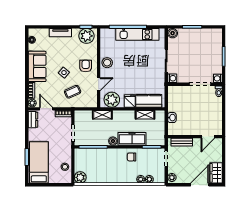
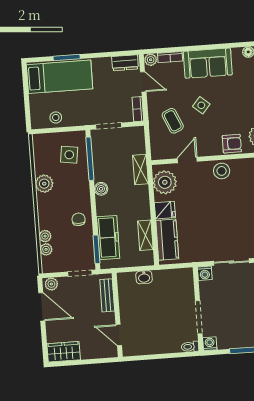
armchair: (86, 66) -> (232, 144), moved
door: (99, 84) -> (187, 160), swing flipped
door: (46, 109) -> (143, 82), hinge flipped
freezer: (132, 139) -> (108, 238), moved
side table: (90, 160) -> (69, 155), added
plant: (80, 177) -> (44, 184), moved
door: (200, 185) -> (42, 307), moved

